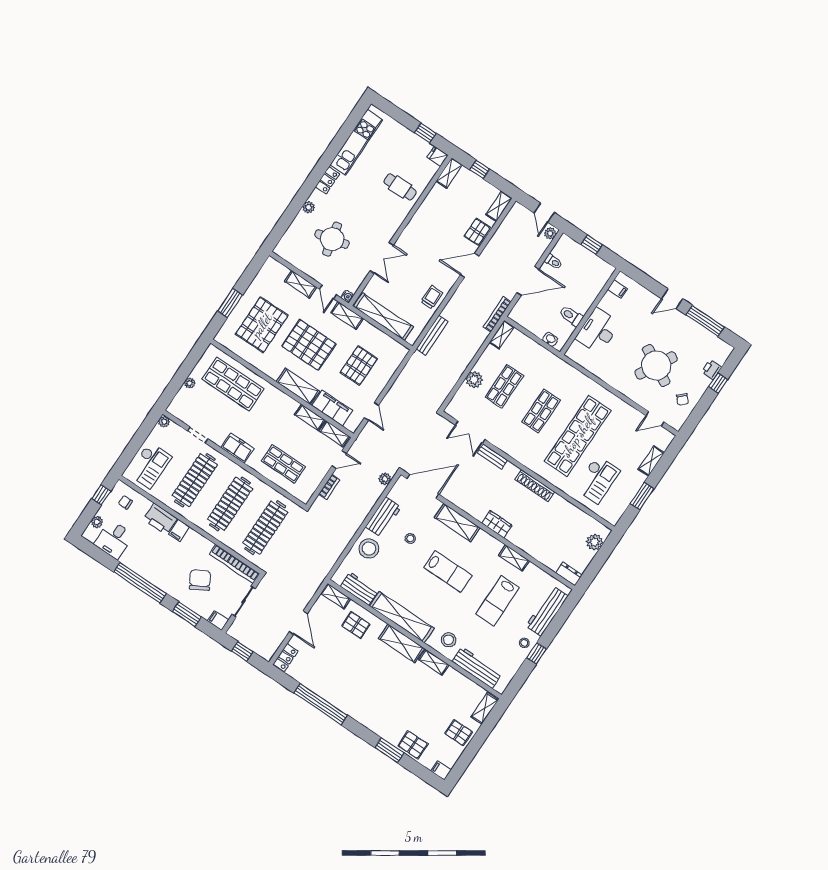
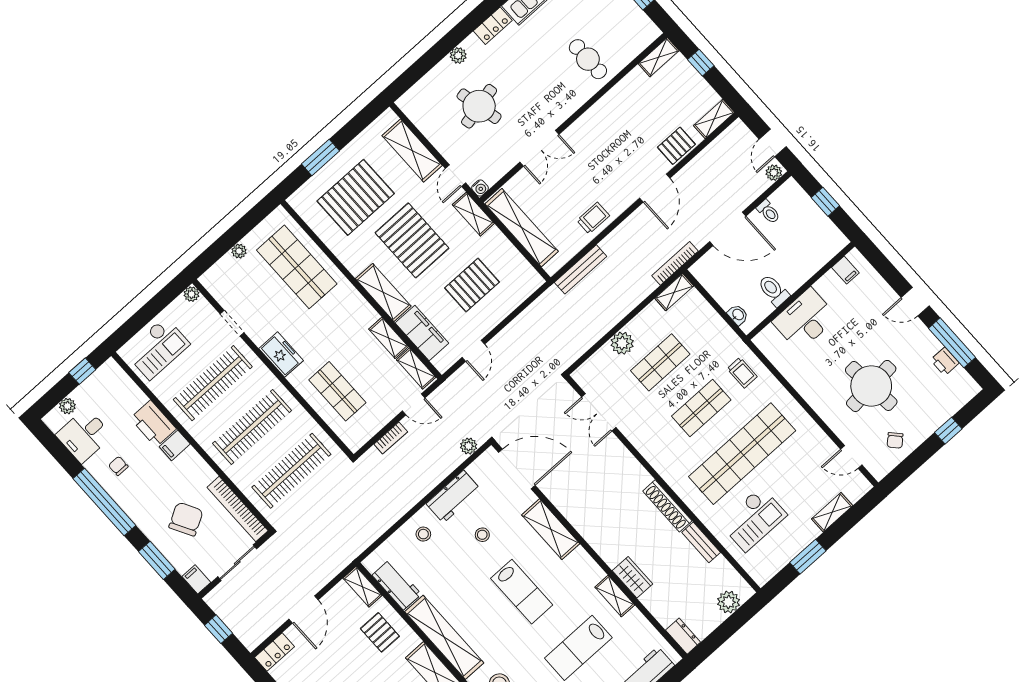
fridge: (437, 156) -> (649, 31), removed
door: (470, 265) -> (655, 188), swing flipped
shelving: (301, 284) -> (412, 150), width x1.50, depth x1.33
round table: (656, 366) -> (871, 386), turned -34
printer: (712, 370) -> (945, 361), moved, turned -90
trolley: (563, 379) -> (742, 373), added
bench: (492, 457) -> (701, 542), moved
chair: (125, 502) -> (118, 466), moved
wardrobe: (497, 524) -> (632, 577), moved
stool: (369, 549) -> (423, 534), width x0.53, depth x0.53

